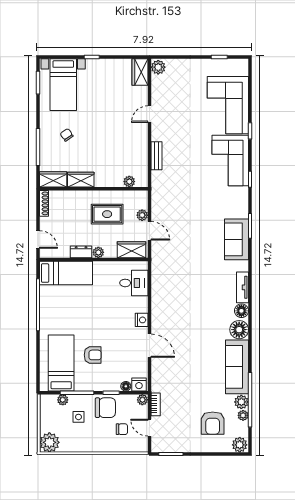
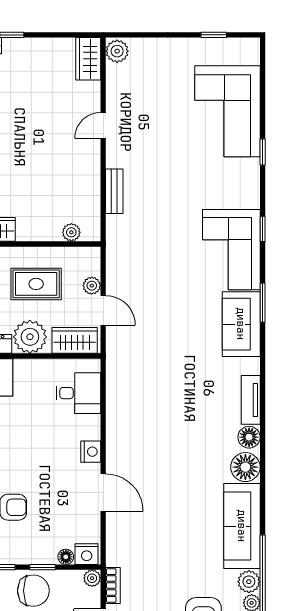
corner sofa: (230, 160) -> (231, 250), moved
plant: (98, 252) -> (30, 337), width x1.88, depth x1.88

